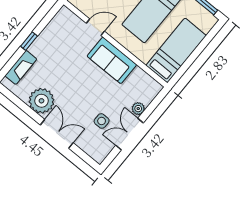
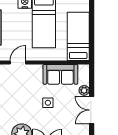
sofa: (112, 60) -> (60, 74), moved
side table: (102, 121) -> (48, 103), moved

